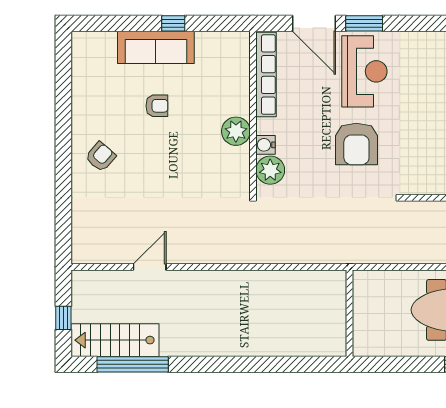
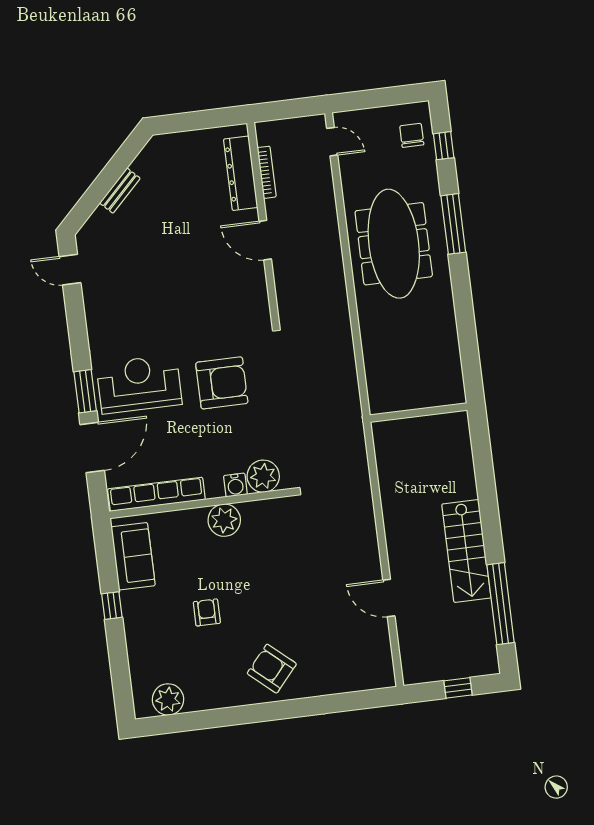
sofa: (156, 47) -> (133, 556), moved, width x0.73
plant: (85, 62) -> (168, 699), added
armchair: (101, 157) -> (272, 669), width x1.38, depth x1.38
wall: (349, 313) -> (419, 413), moved
stairs: (115, 340) -> (466, 551), moved

